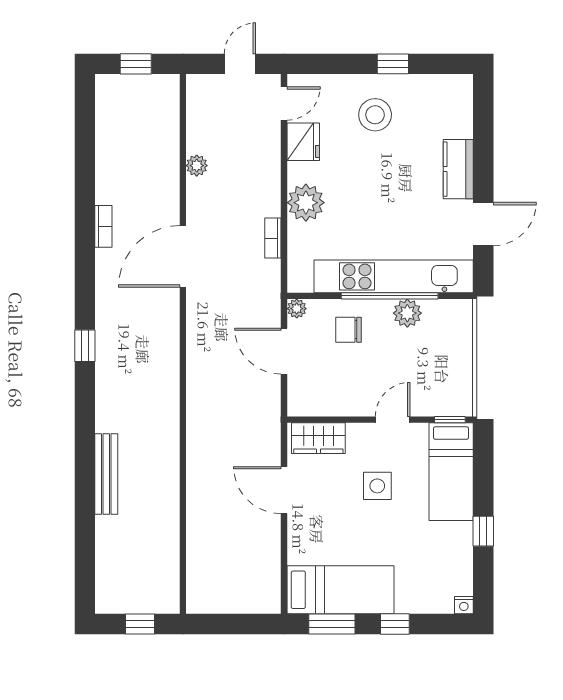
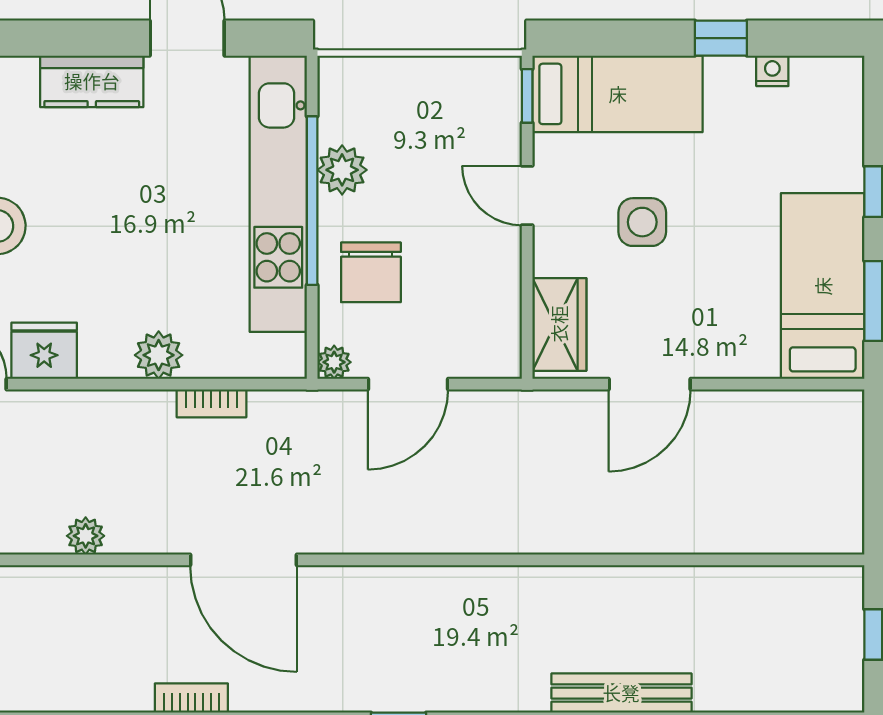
plant: (306, 203) -> (159, 355), width x0.73, depth x0.73
chair: (348, 330) -> (371, 272), width x1.37, depth x1.37
nightstand: (464, 605) -> (772, 71), moved, turned -90

